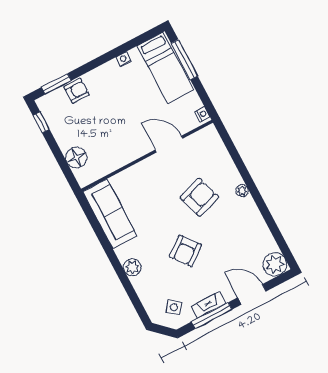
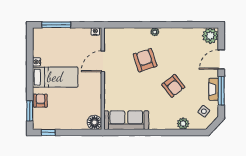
bed: (165, 68) -> (55, 77), moved
floor lamp: (76, 158) -> (94, 122), moved
plant: (132, 267) -> (183, 124), moved

